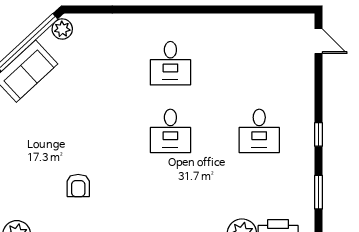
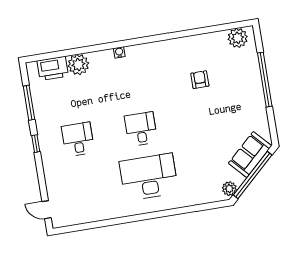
desk: (170, 63) -> (149, 177), width x1.87, depth x1.30
window: (318, 192) -> (29, 103), width x1.44

